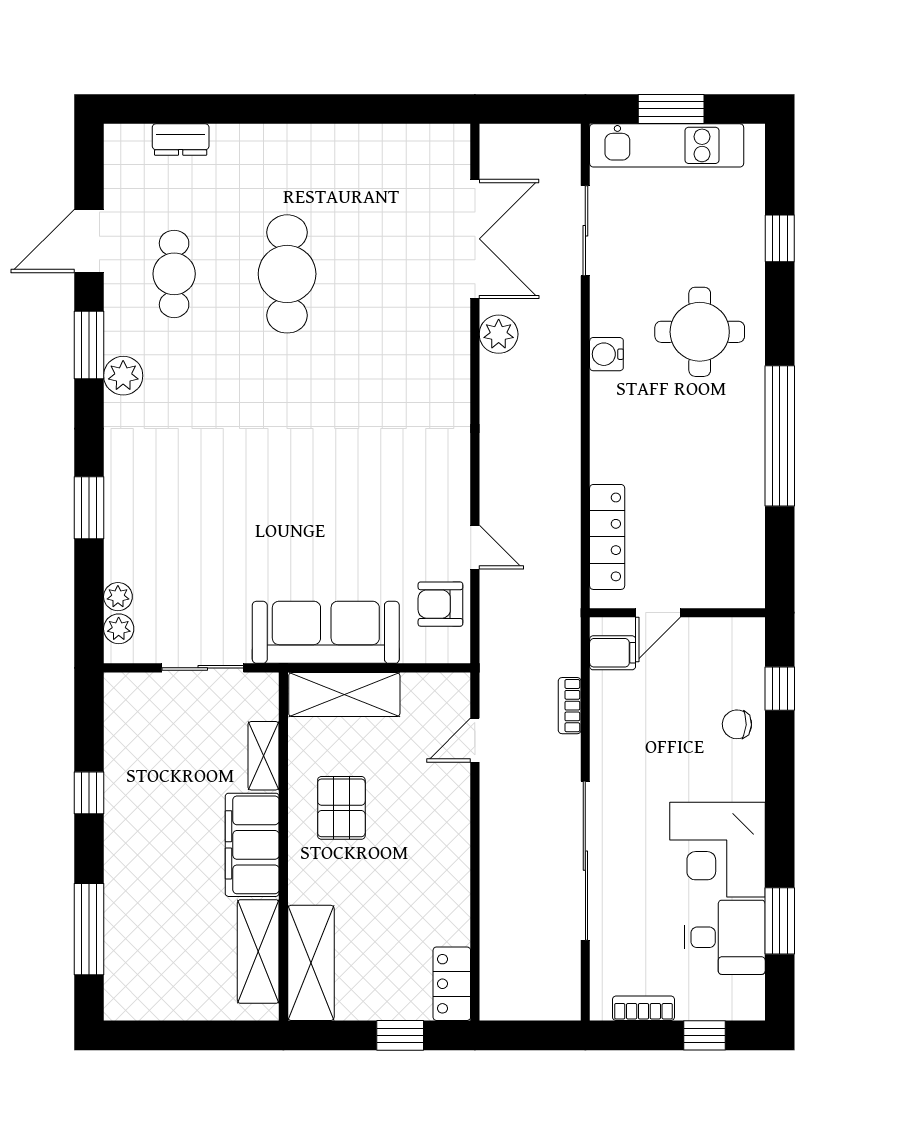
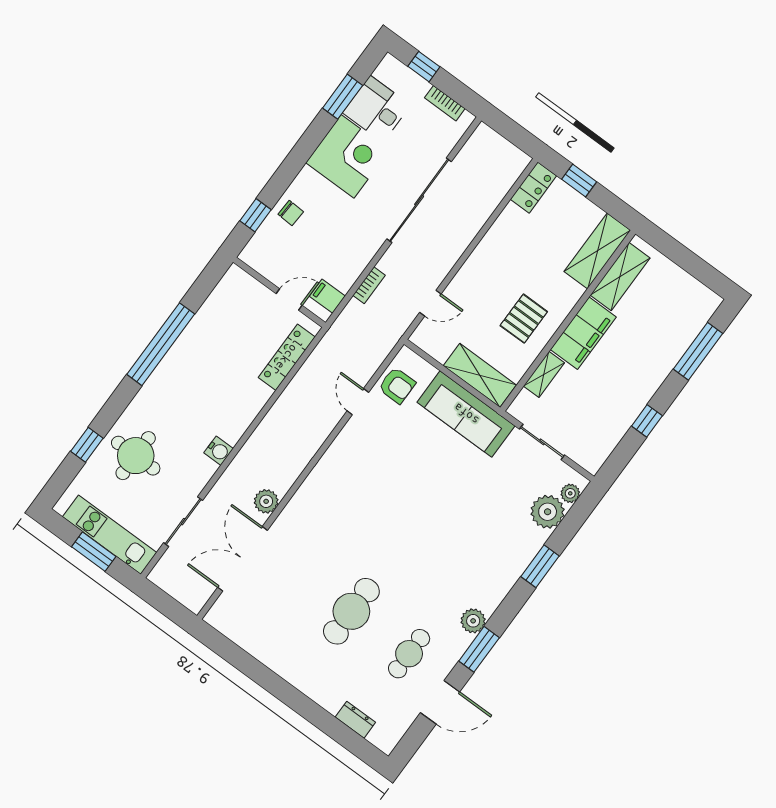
round table: (700, 332) -> (136, 456), moved
plant: (118, 597) -> (548, 512), width x1.87, depth x1.87

